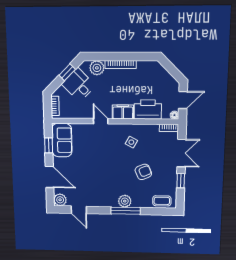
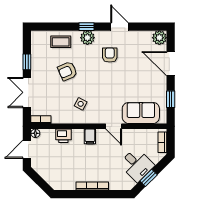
plant: (97, 68) -> (117, 182), removed
printer: (148, 109) -> (63, 136), width x0.53, depth x0.68
filing cabinet: (123, 112) -> (90, 136), width x0.50
sofa: (62, 140) -> (141, 113), moved, turned 90
armchair: (105, 186) -> (110, 55), added
coffee table: (162, 201) -> (61, 42), moved
door: (79, 210) -> (119, 27), moved
window: (126, 211) -> (86, 27), width x0.46

